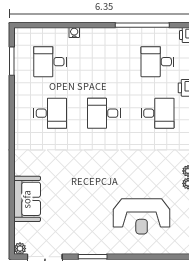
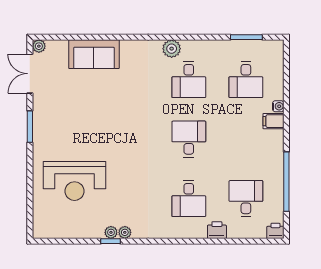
filing cabinet: (88, 37) -> (274, 121), added
desk: (50, 62) -> (246, 80), turned 180
plant: (22, 129) -> (172, 49), added
reception desk: (142, 216) -> (74, 181), turned -90

